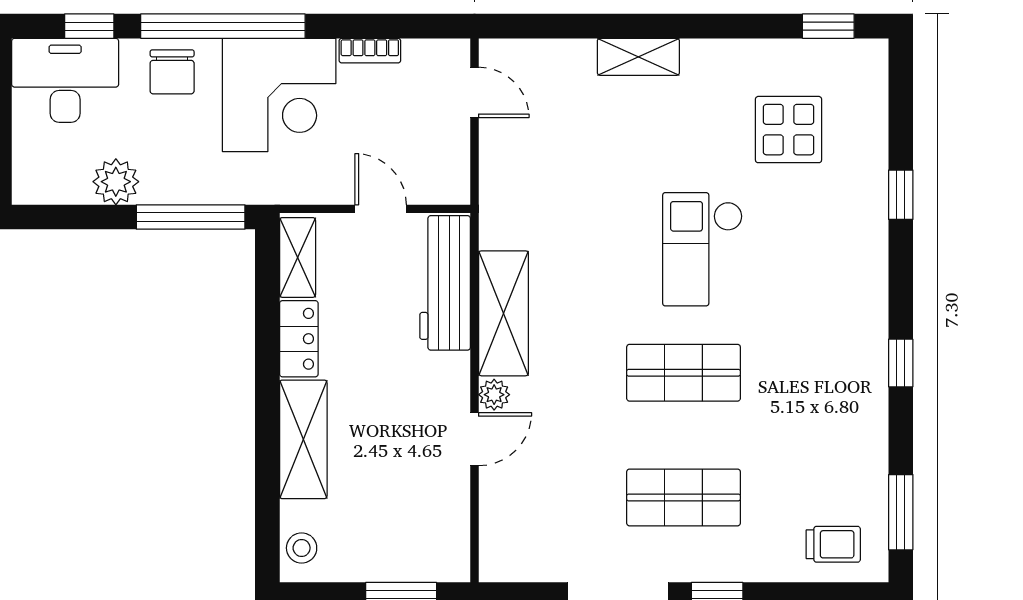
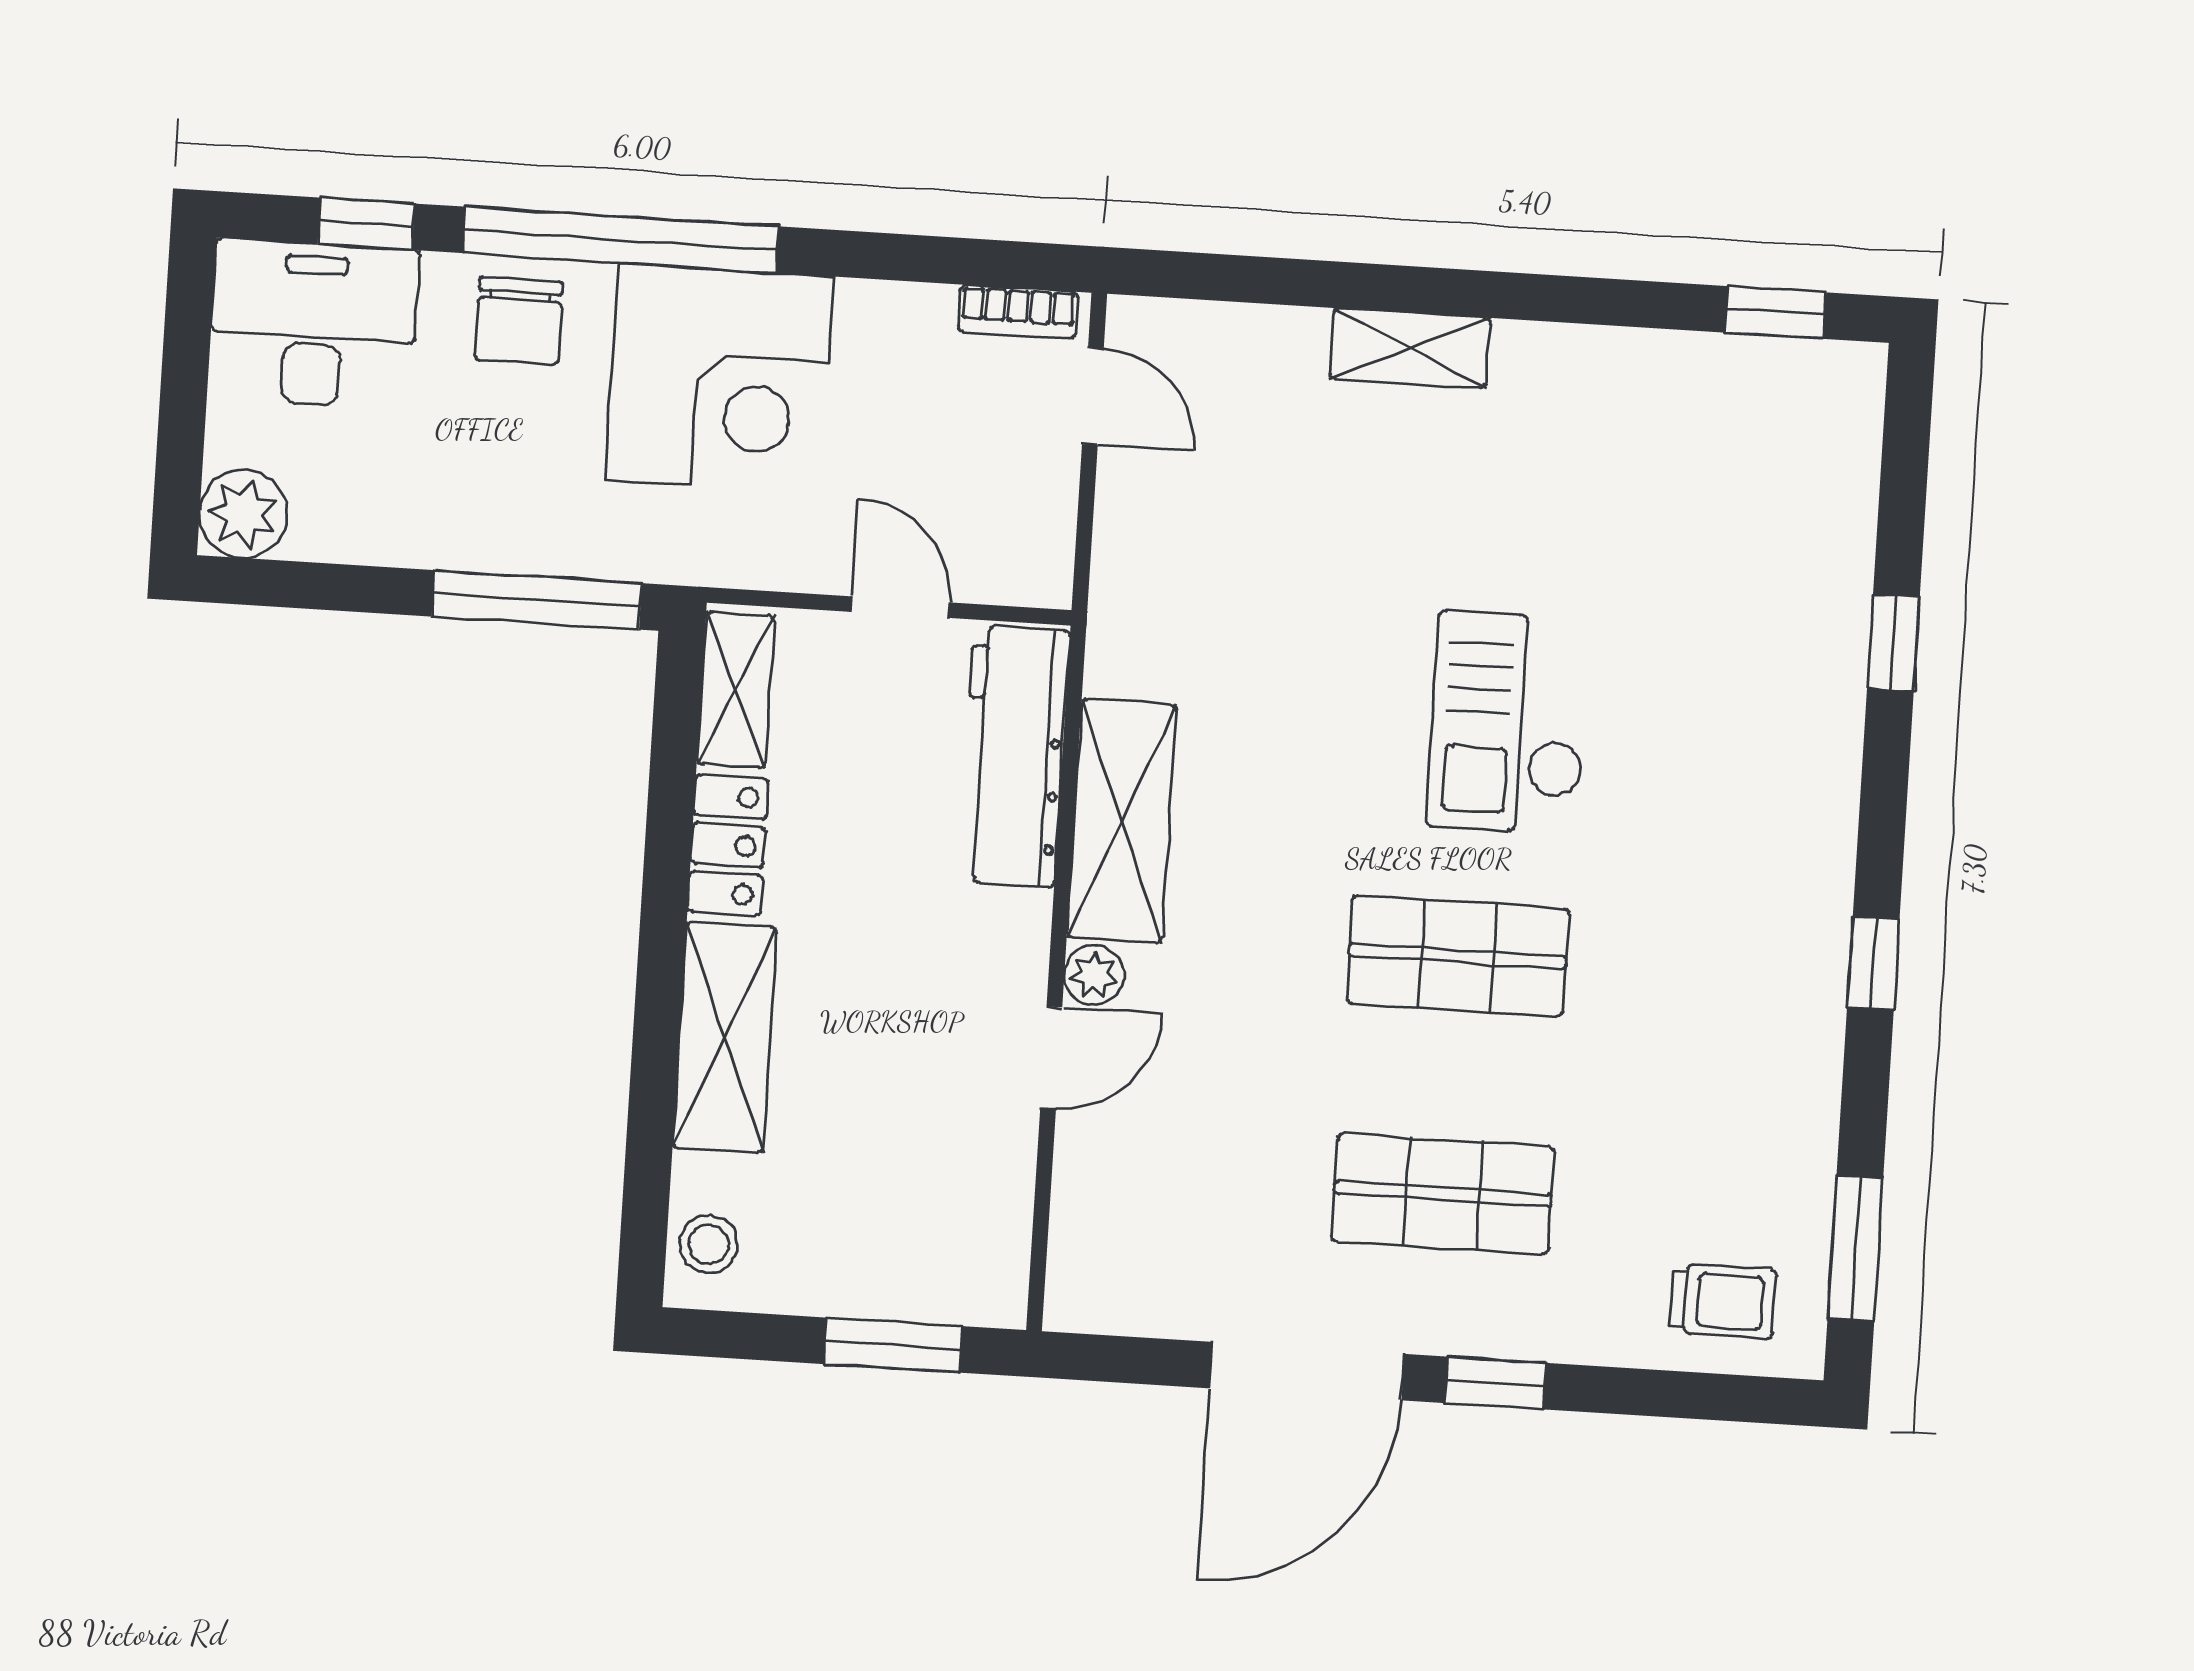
bookcase: (370, 51) -> (1018, 312), moved
display table: (789, 130) -> (1687, 505), removed
plant: (116, 182) -> (243, 514), moved

